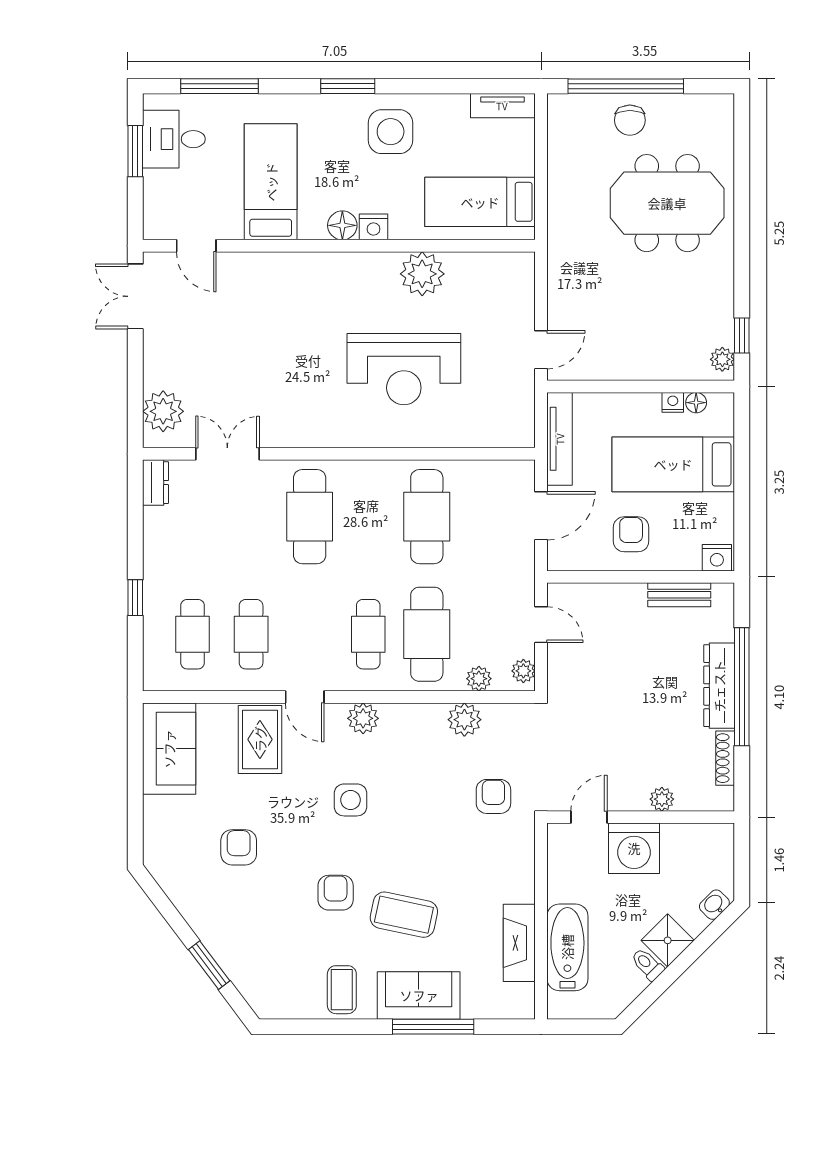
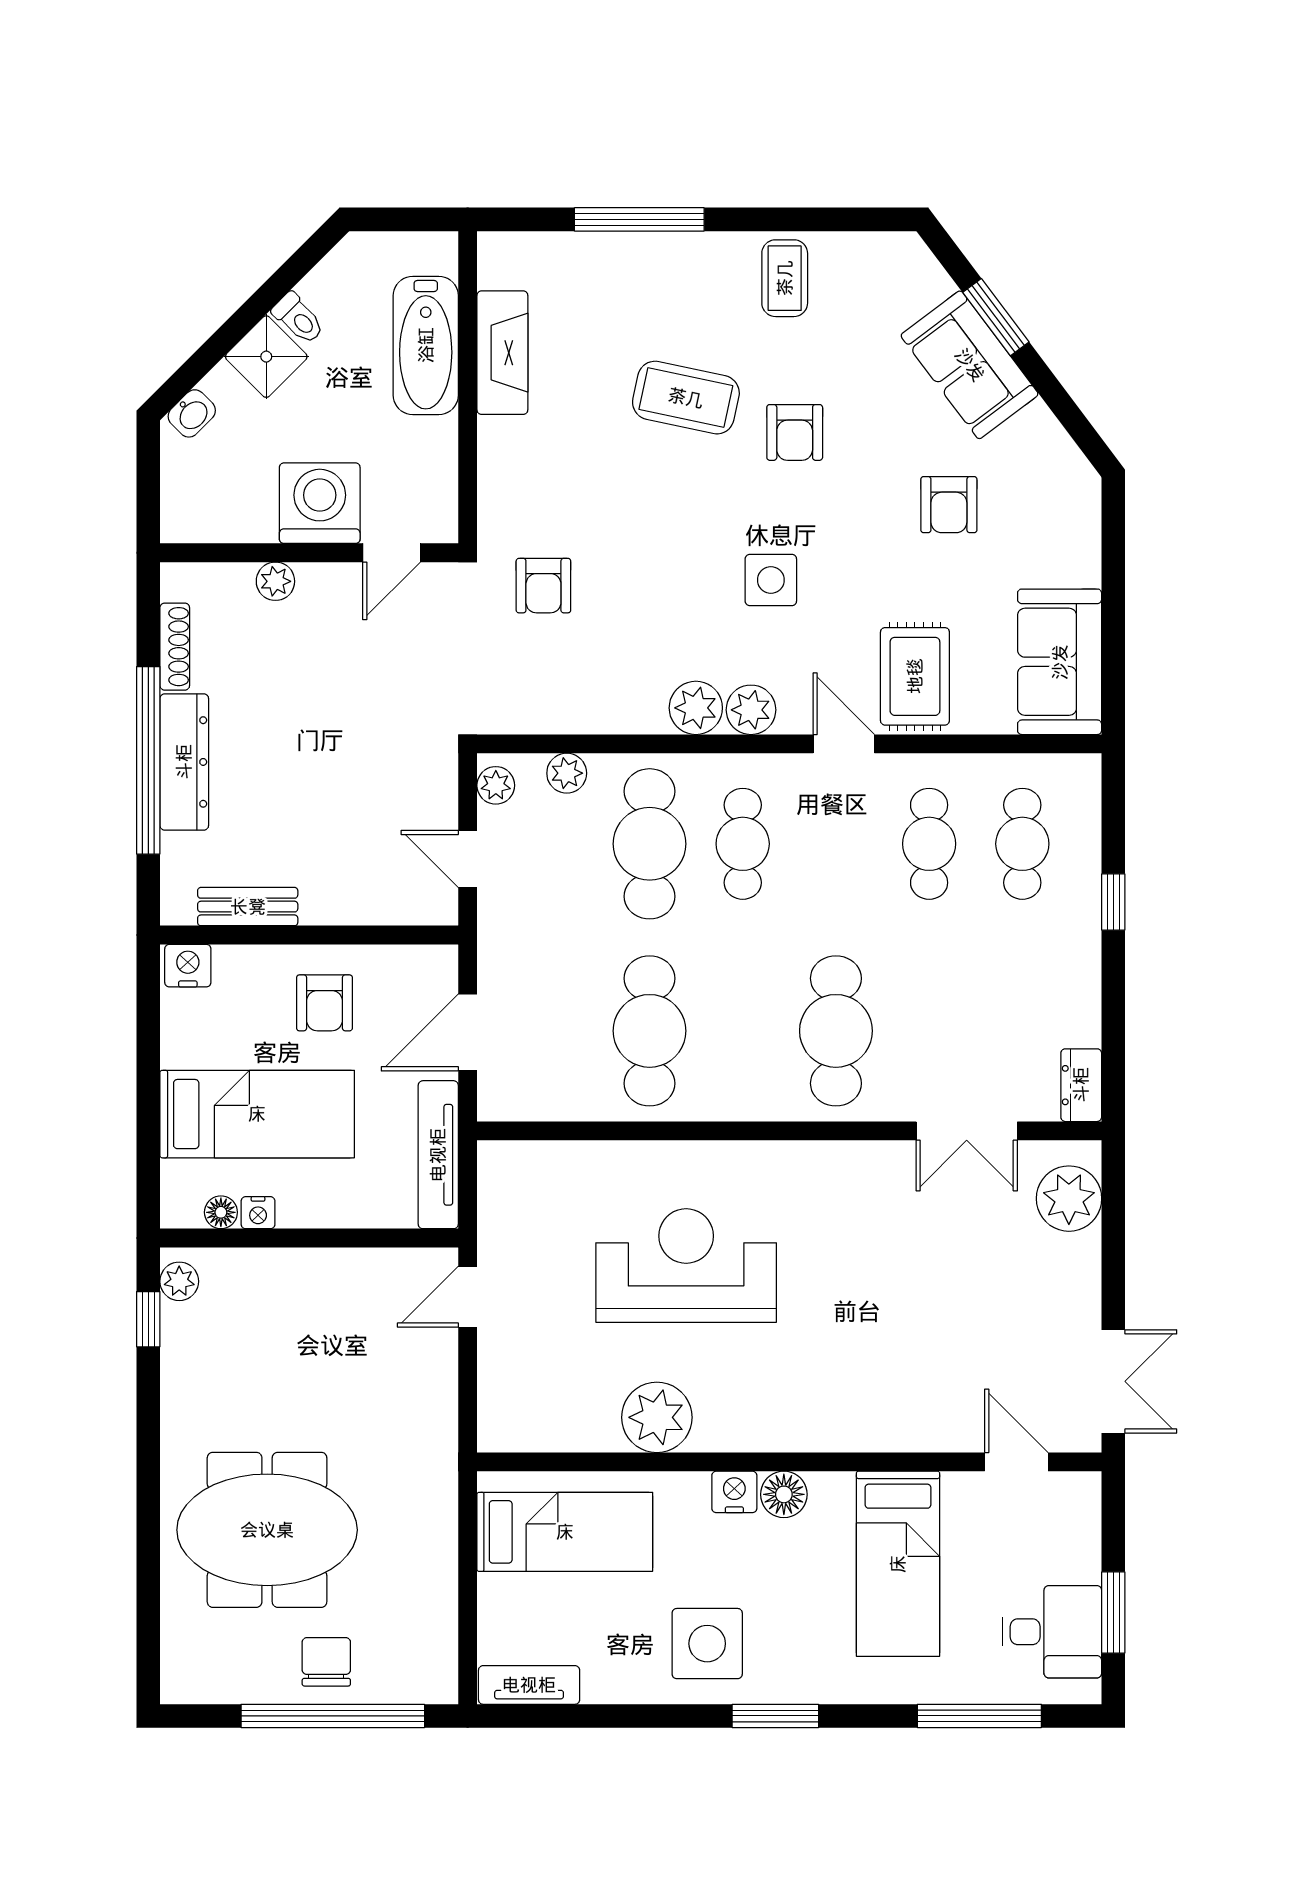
plant: (464, 720) -> (696, 708), moved
sofa: (419, 995) -> (970, 365), moved, turned 53

